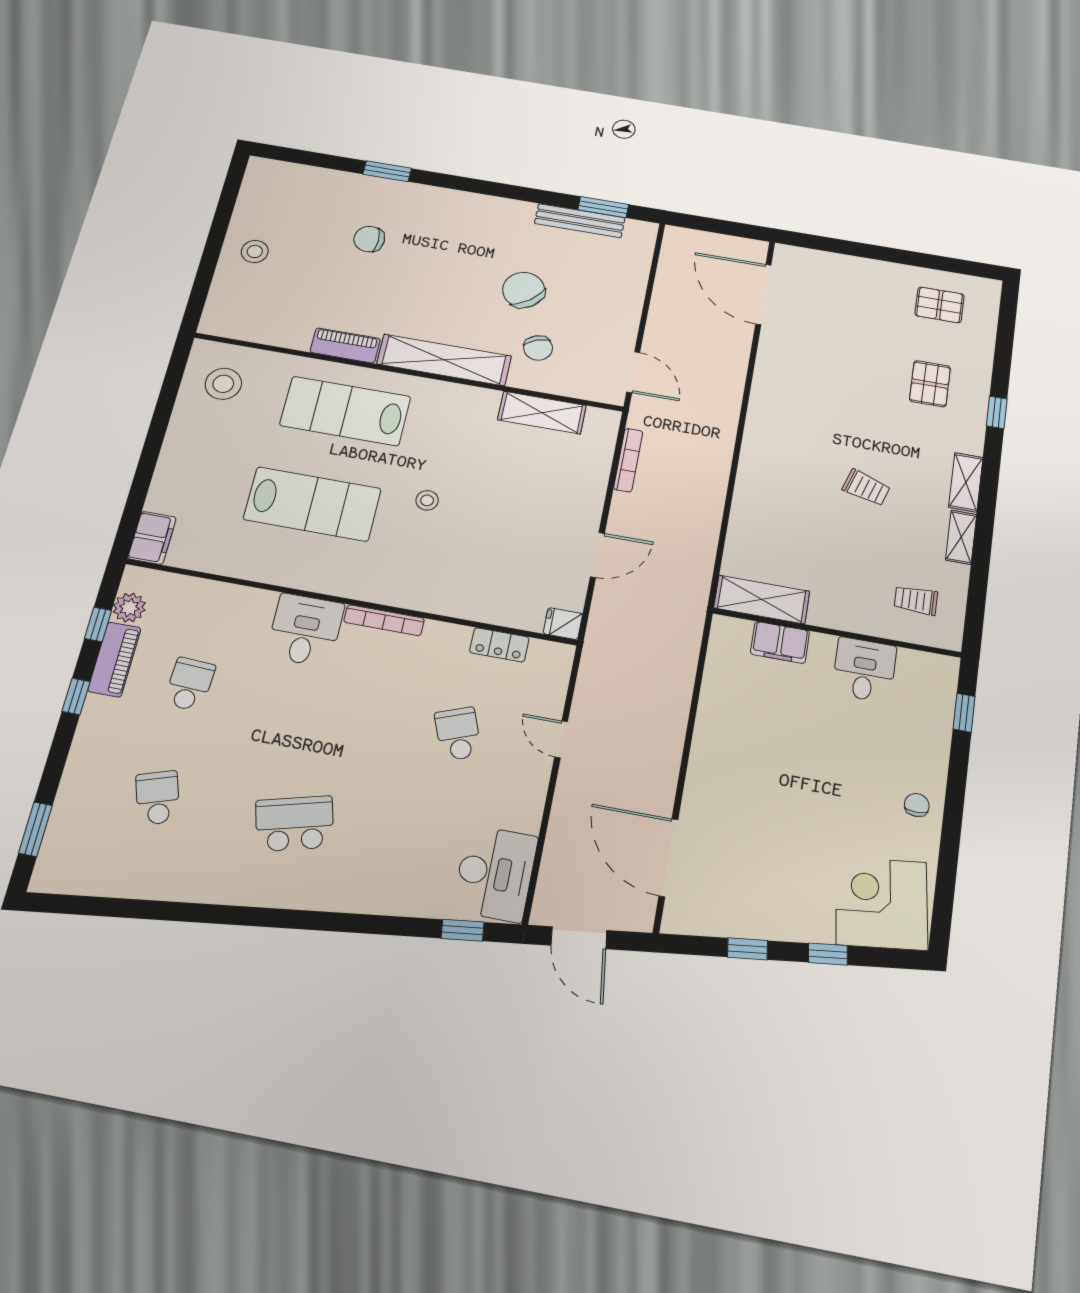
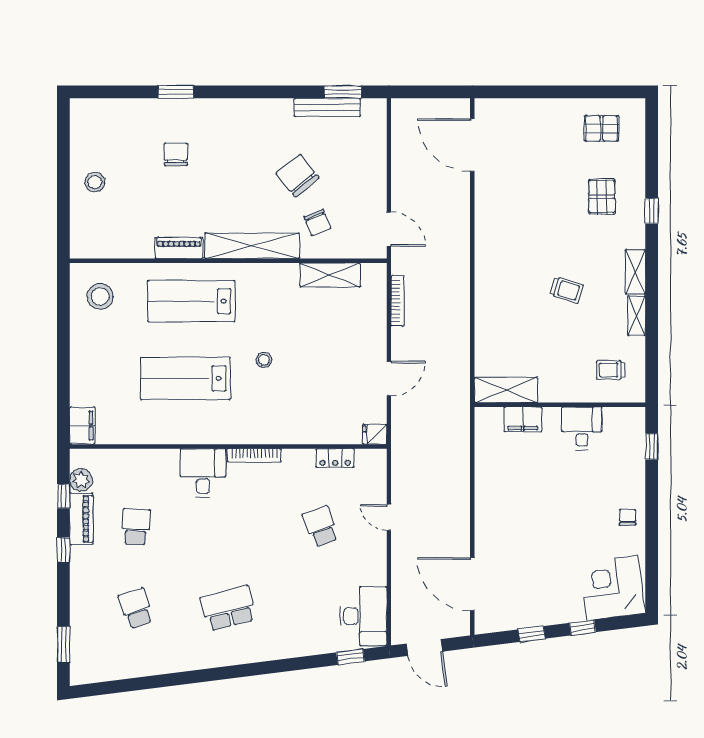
chair: (369, 239) -> (176, 154), turned 90
lab bench: (312, 504) -> (185, 378), turned 180

